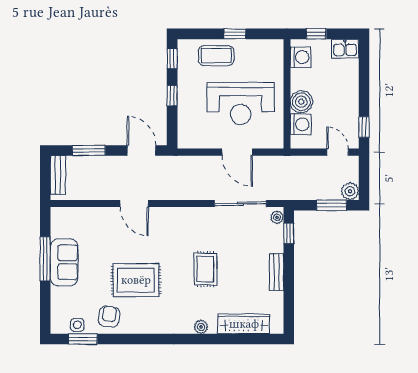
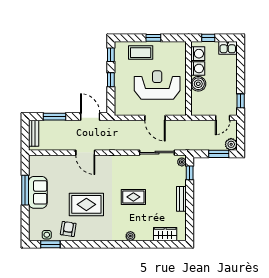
reception desk: (241, 103) -> (157, 85), turned 180
washing machine: (301, 124) -> (198, 68), moved
door: (338, 152) -> (223, 118), swing flipped
rug: (205, 269) -> (133, 197), turned 90
wardrobe: (244, 324) -> (165, 234), width x0.67

